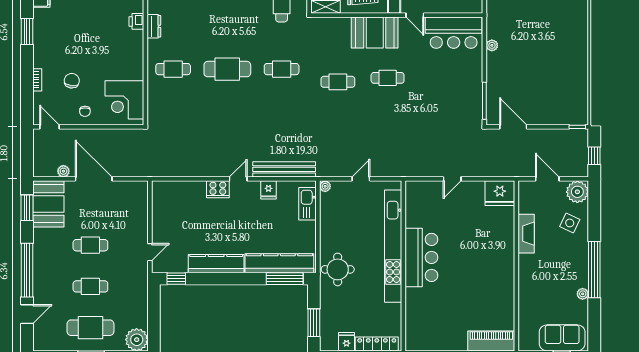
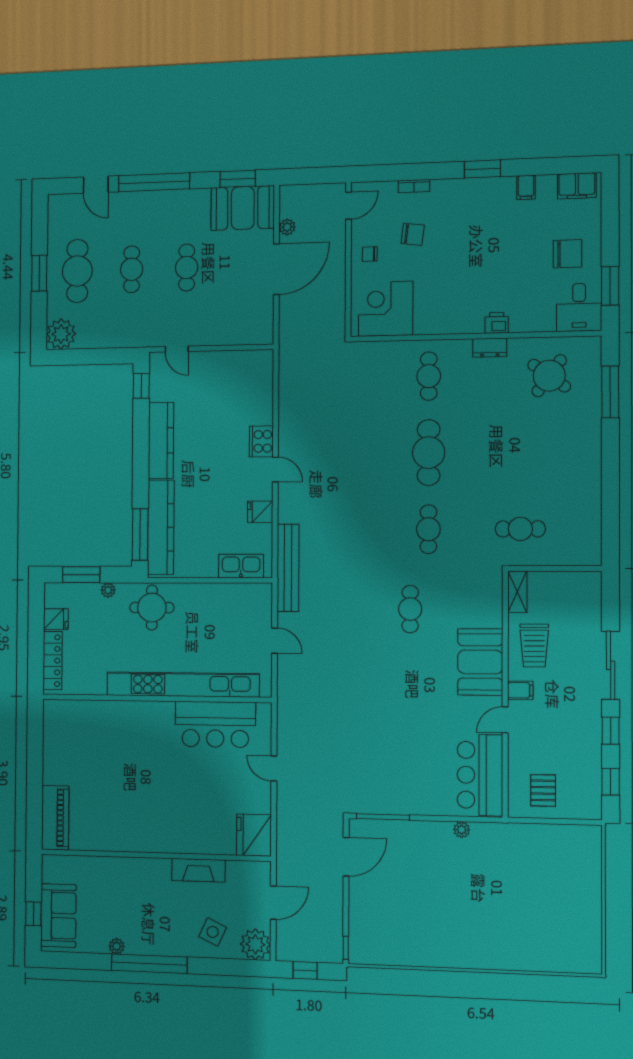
cafe table: (388, 78) -> (416, 680), removed
bench: (284, 169) -> (288, 568), moved
plant: (325, 186) -> (108, 590), moved
bar counter: (421, 257) -> (215, 724), moved

